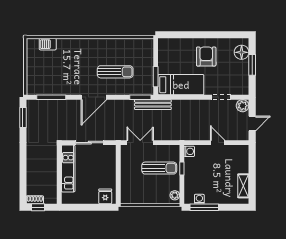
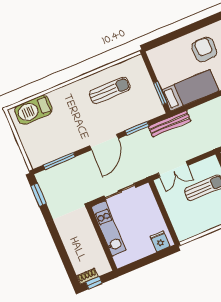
barbecue: (48, 44) -> (33, 110), width x1.88, depth x1.53
sun lounger: (115, 72) -> (110, 90), moved
window: (140, 97) -> (137, 128), moved
double door: (140, 143) -> (173, 169), swing flipped

